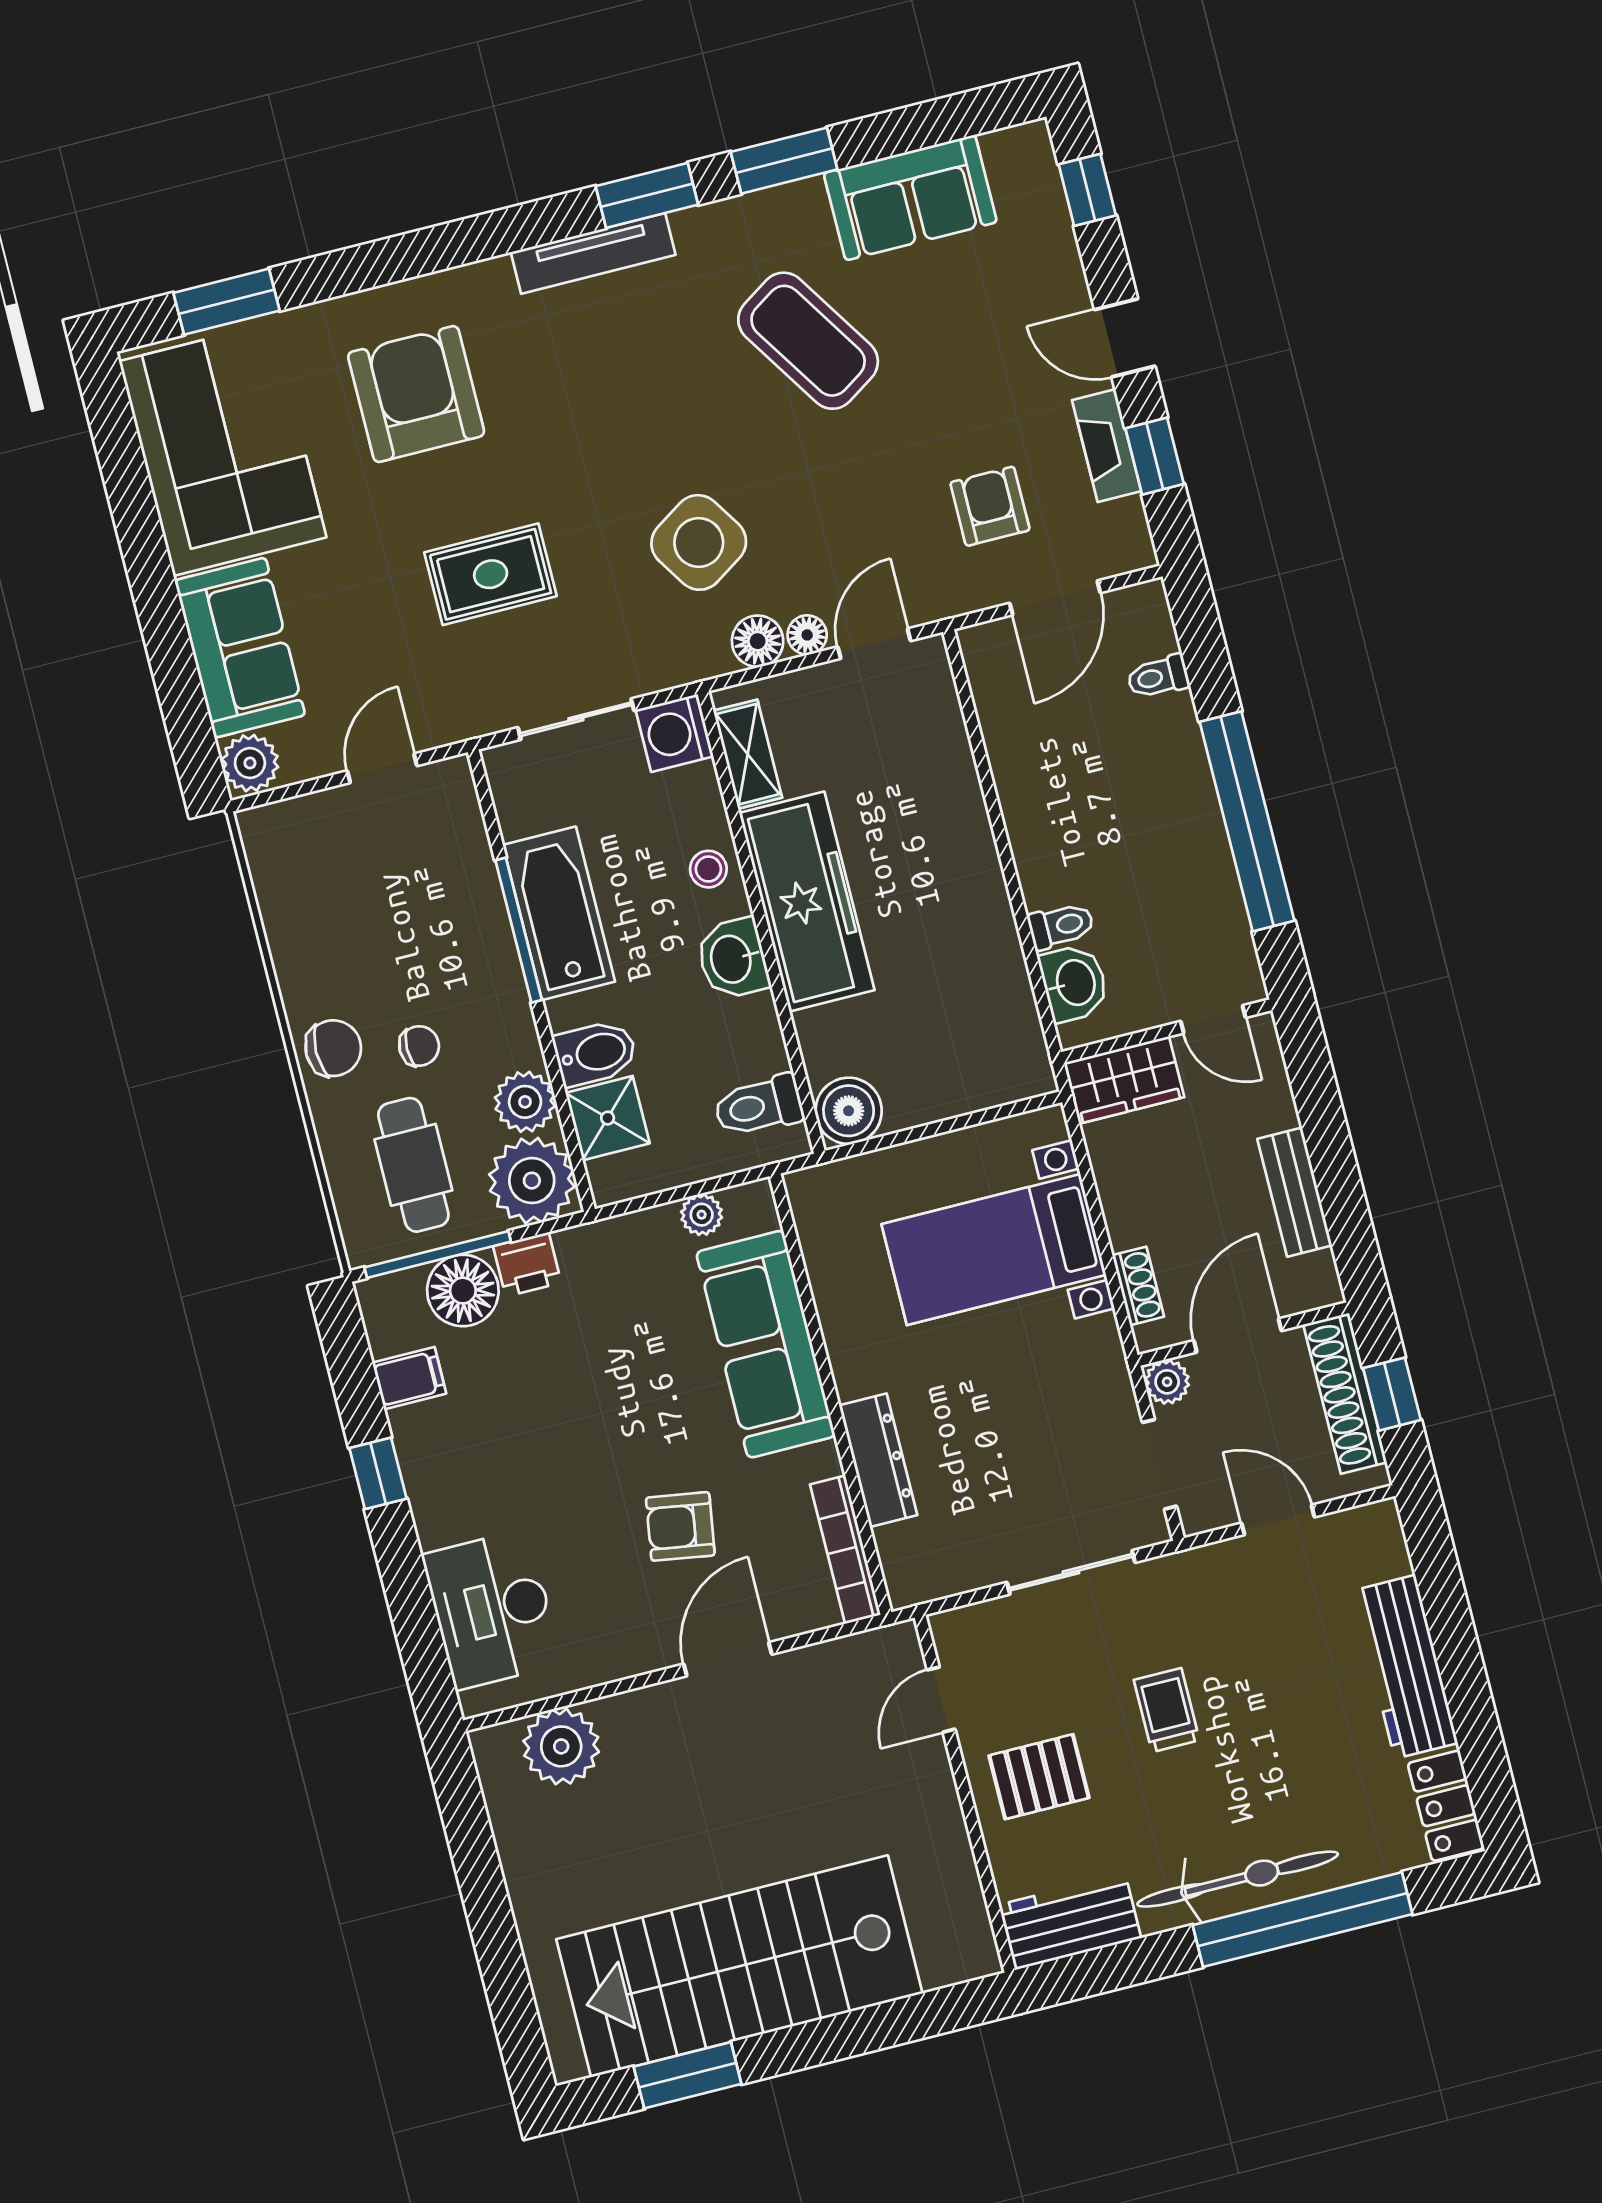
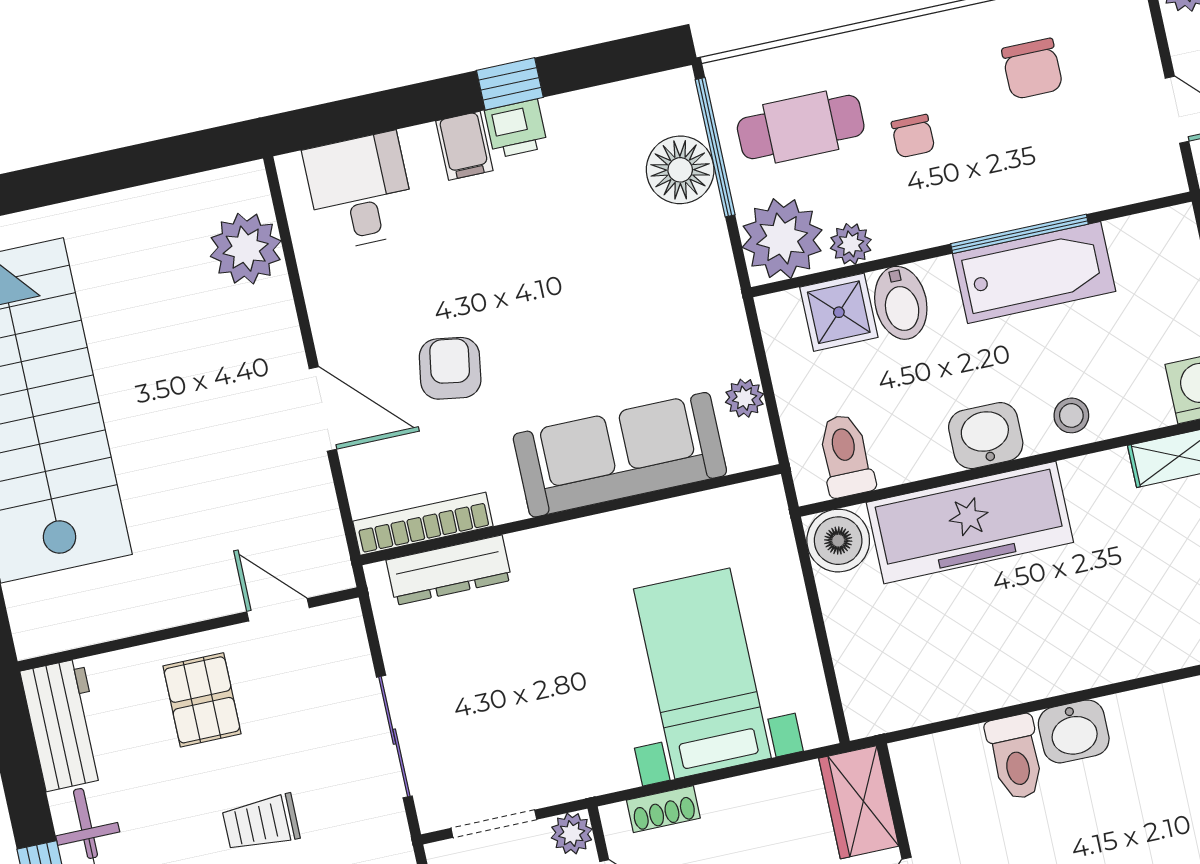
freezer: (807, 902) -> (970, 522), moved
toilet: (1061, 926) -> (1016, 757), width x1.37, depth x1.39
washbasin: (1074, 983) -> (1074, 731), moved
chair: (333, 1048) -> (1032, 69), moved
plant: (525, 1102) -> (851, 244), width x0.73, depth x0.73
printer: (527, 1264) -> (516, 129), moved, turned -90
filing cabinet: (409, 1378) -> (464, 146), moved
dresser: (878, 1460) -> (449, 570), moved
desk: (492, 1609) -> (360, 191), width x0.73
trolley: (1167, 1710) -> (261, 823), turned 180

